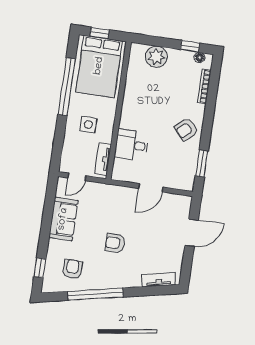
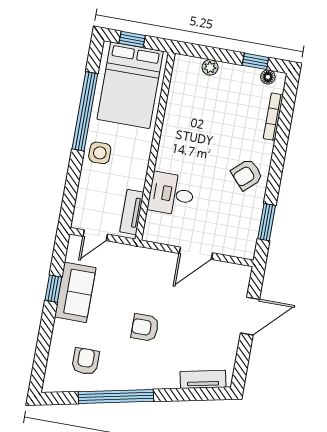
plant: (156, 57) -> (210, 67), width x0.53, depth x0.53
side table: (88, 125) -> (100, 153), moved
window: (40, 268) -> (53, 289), moved

